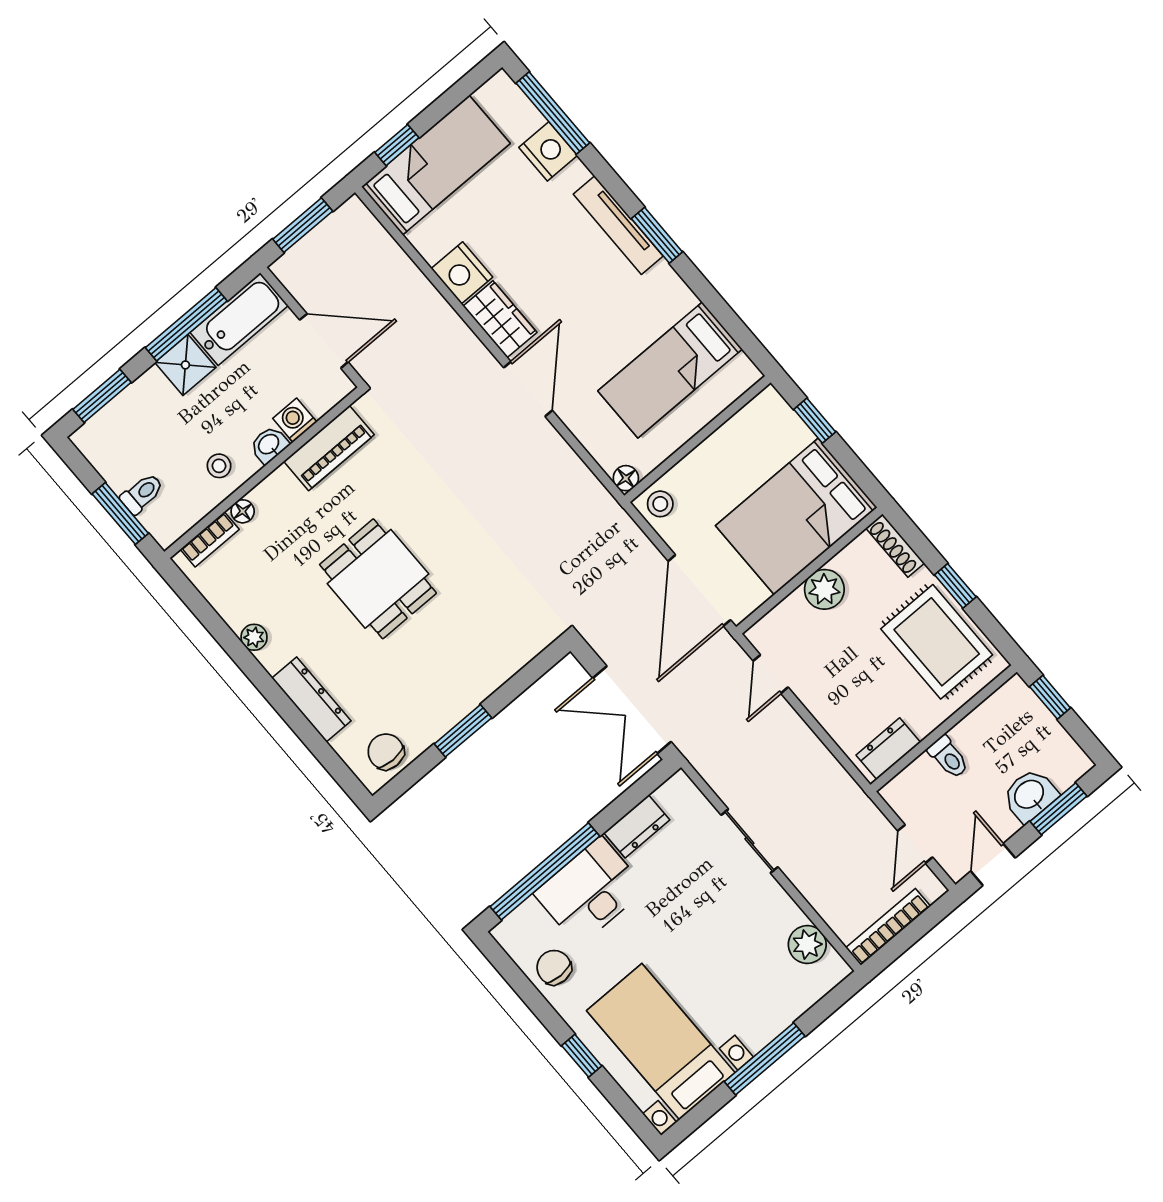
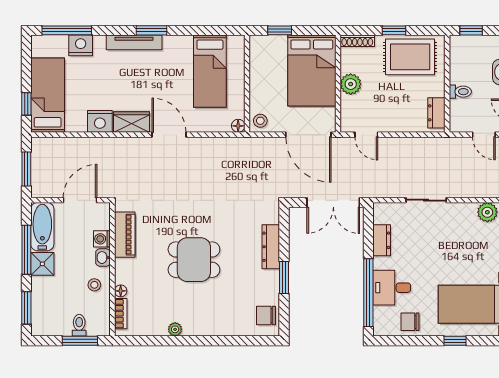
dresser: (311, 699) -> (271, 247), moved, turned -90
desk: (590, 891) -> (392, 288), width x0.73

